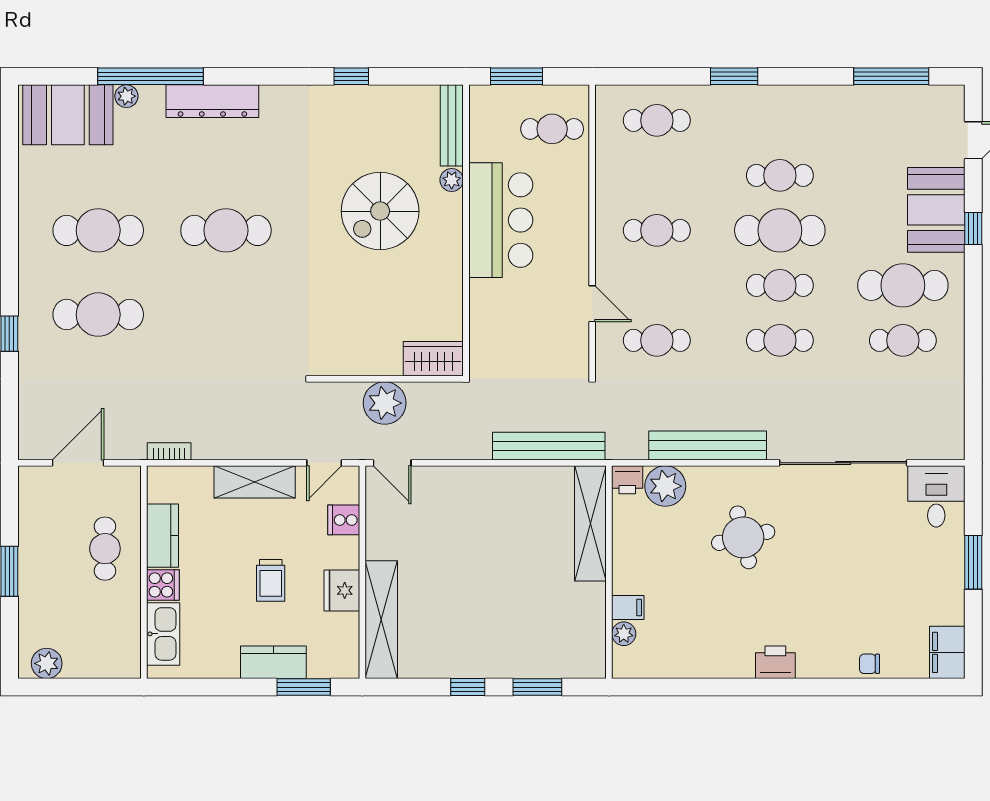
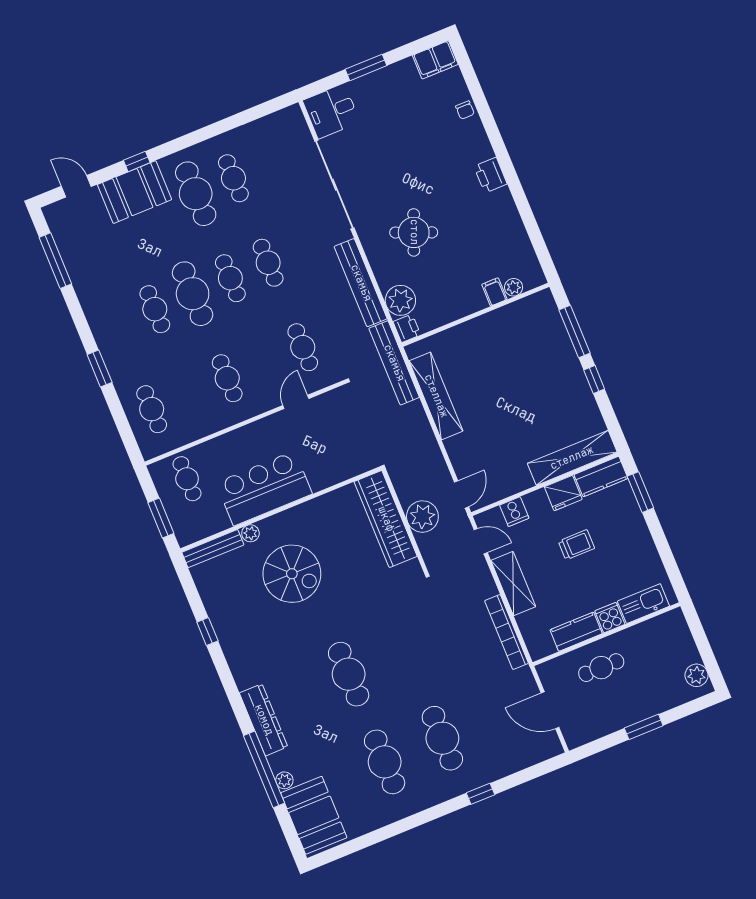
wardrobe: (433, 359) -> (386, 519), width x2.10, depth x1.17
bench: (549, 446) -> (394, 363), moved
bookcase: (169, 451) -> (506, 632), width x2.31, depth x1.31
shelving: (590, 523) -> (436, 396), moved, turned 90
round table: (743, 537) -> (414, 232), turned 35
kitchen counter: (273, 662) -> (601, 477), moved, turned -90
window: (537, 687) -> (575, 332), width x1.44

